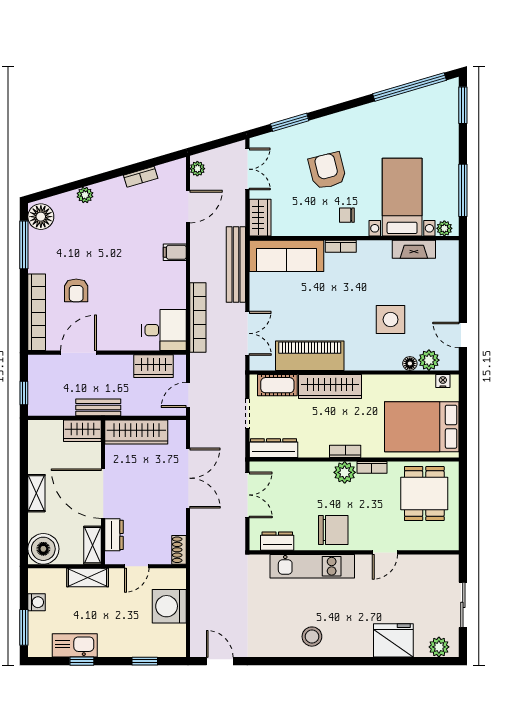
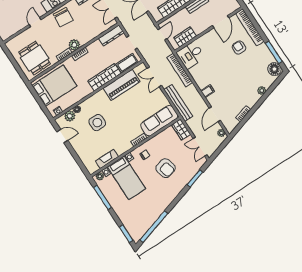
chair: (333, 530) -> (63, 17), turned -85

